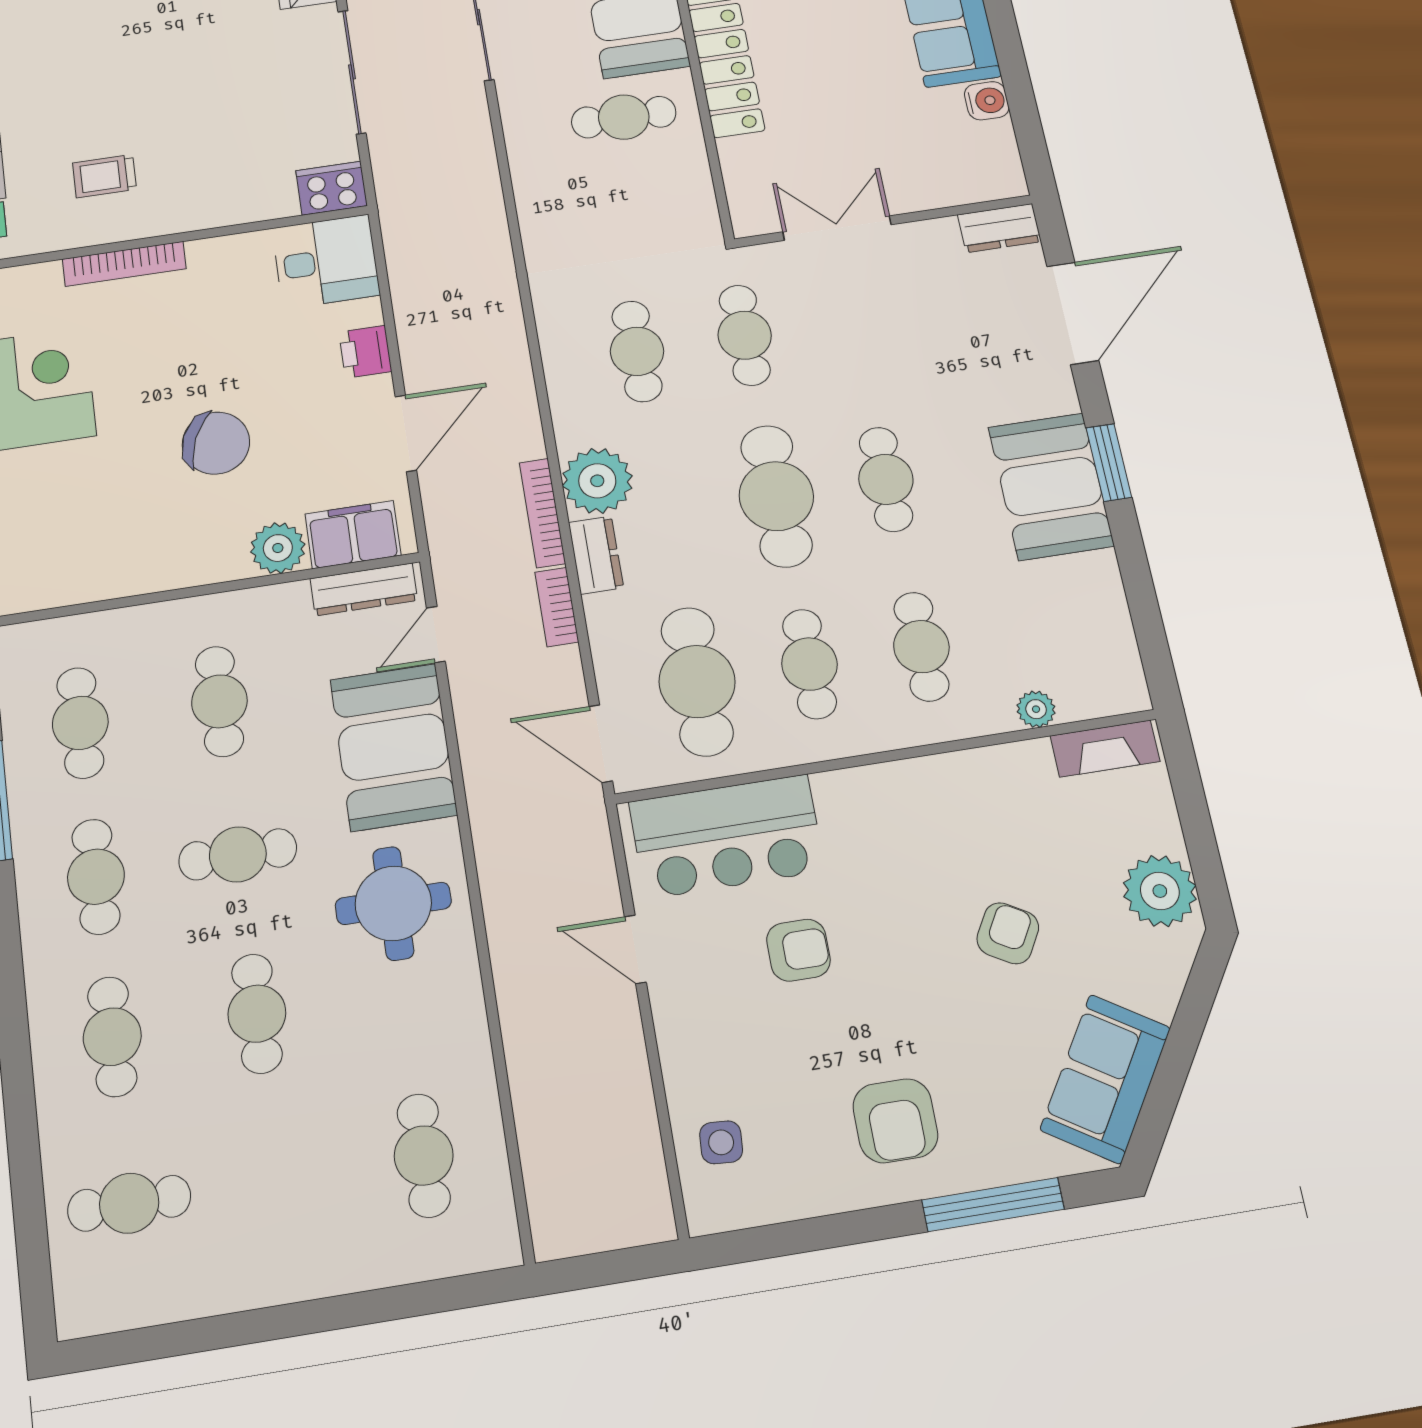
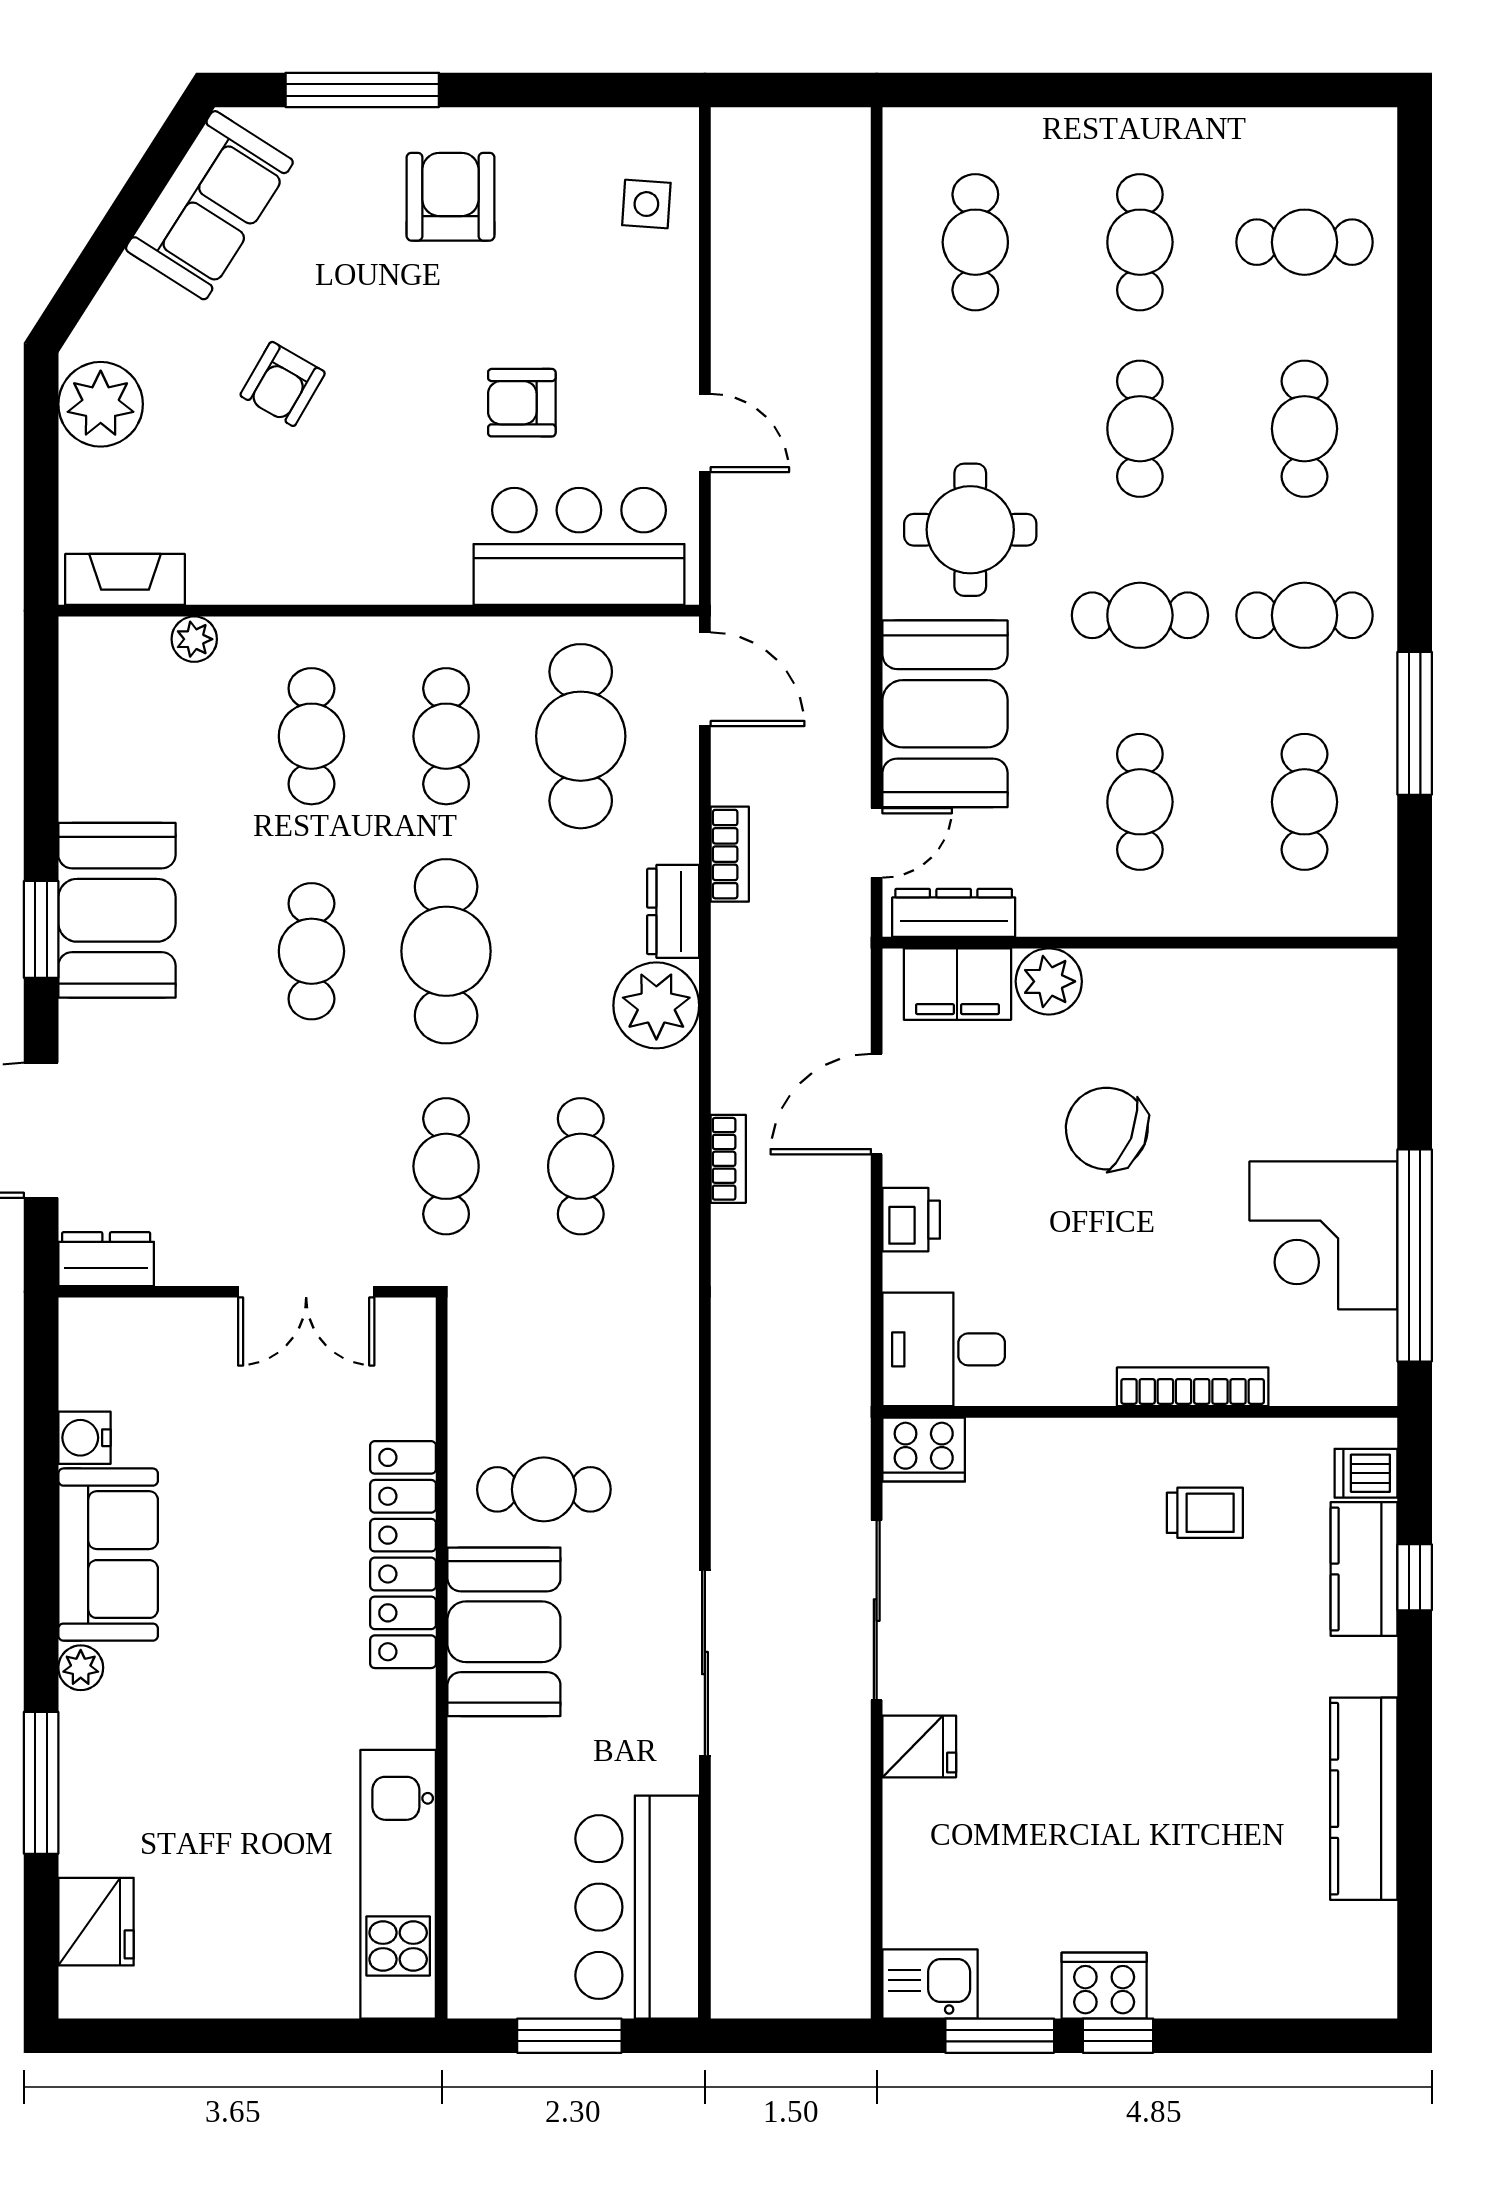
bookcase: (542, 513) -> (728, 1159), moved, width x0.64
cafe table: (96, 877) -> (1304, 615), turned 90
cafe table: (277, 1179) -> (1140, 242), added

